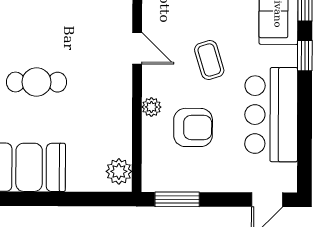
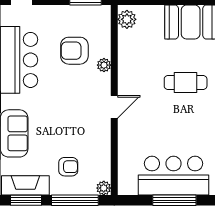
door: (137, 48) -> (114, 107), swing flipped
coffee table: (209, 60) -> (63, 99), removed

